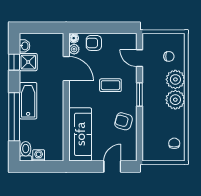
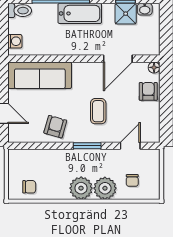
plant: (74, 49) -> (141, 68), removed
washing machine: (39, 155) -> (15, 41), moved

